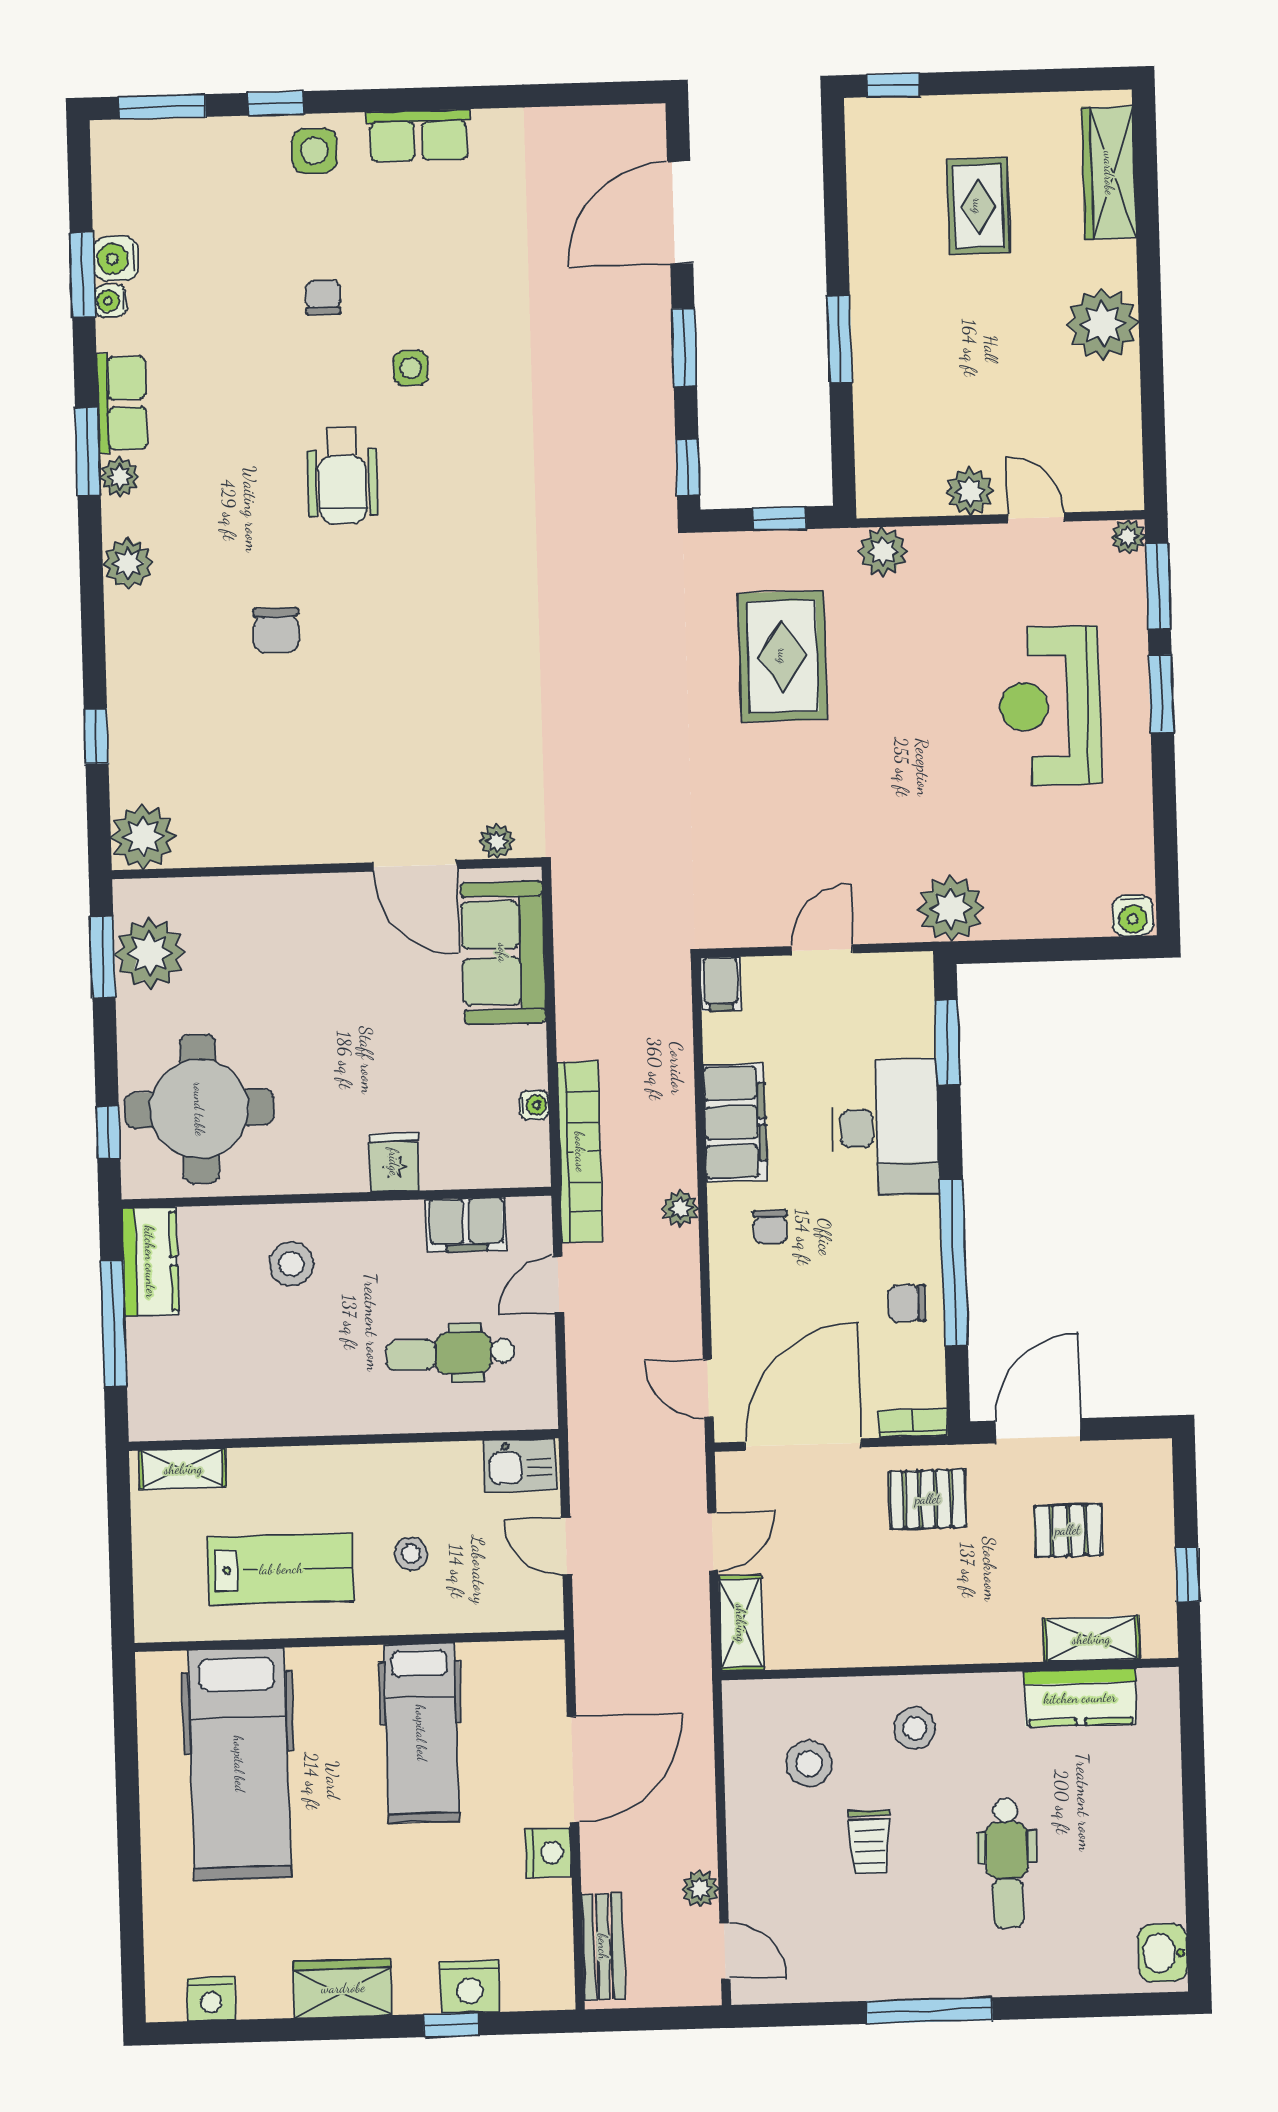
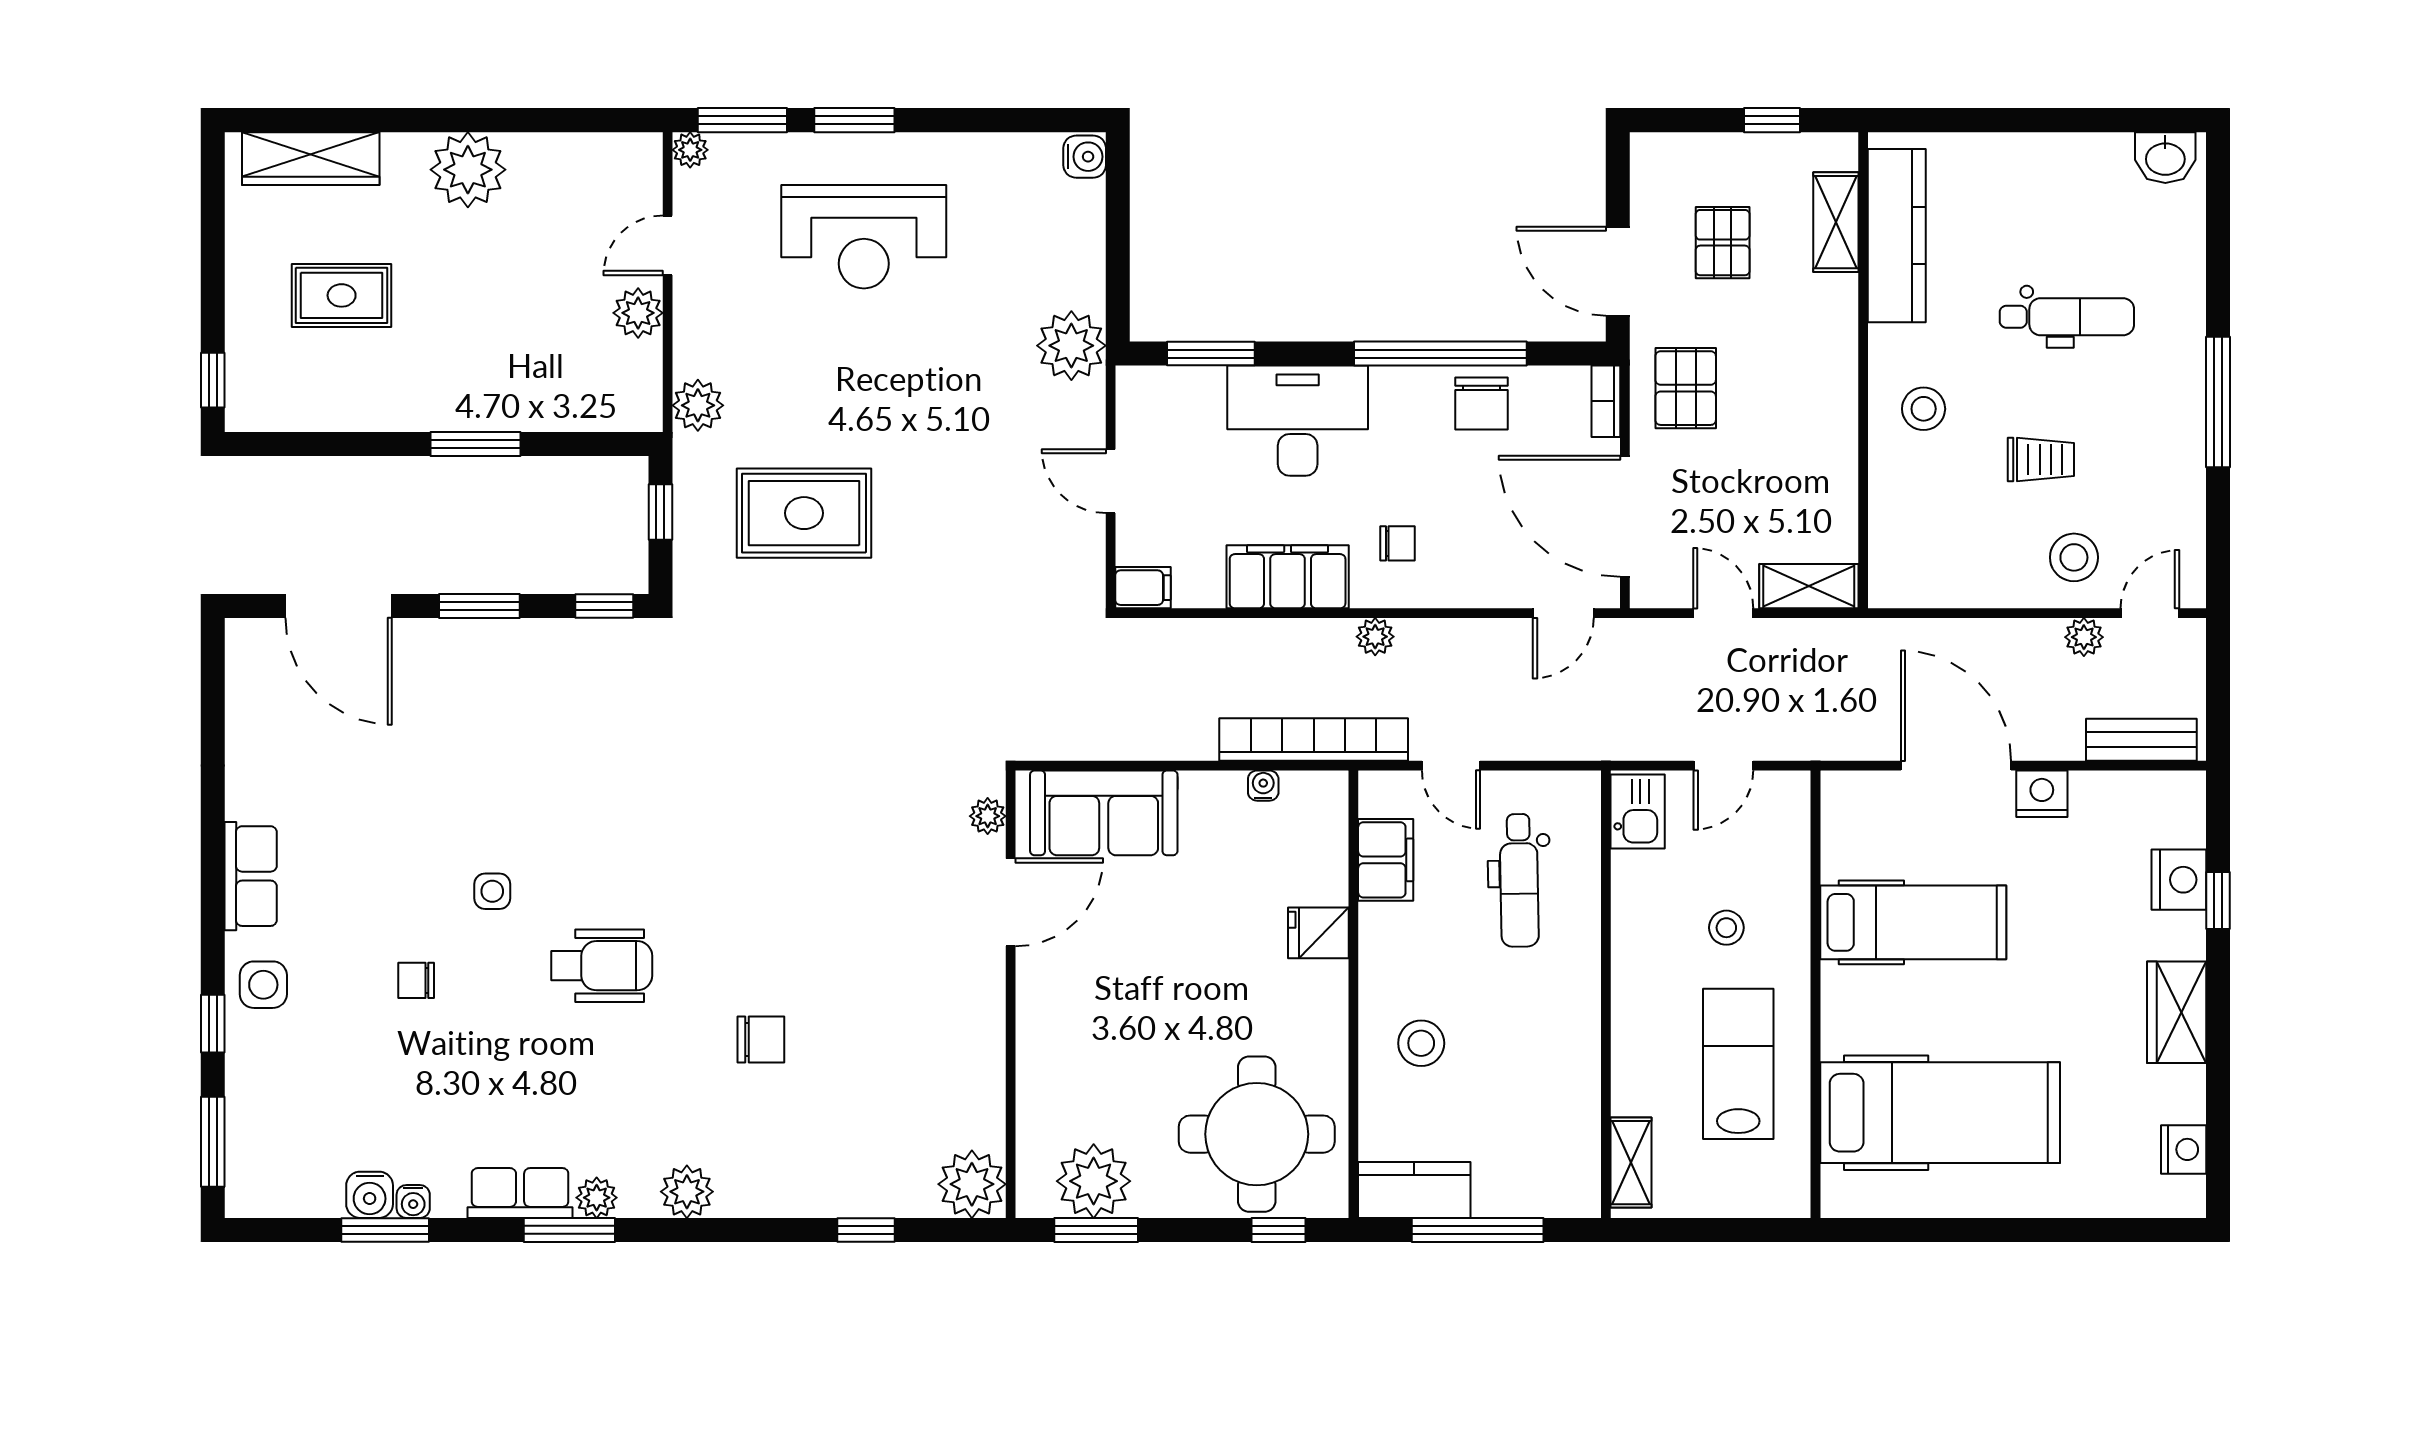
chair: (907, 1304) -> (1481, 404), width x1.37, depth x1.37
kitchen counter: (1080, 1698) -> (1897, 236), width x1.50
stool: (809, 1764) -> (2074, 557), moved

